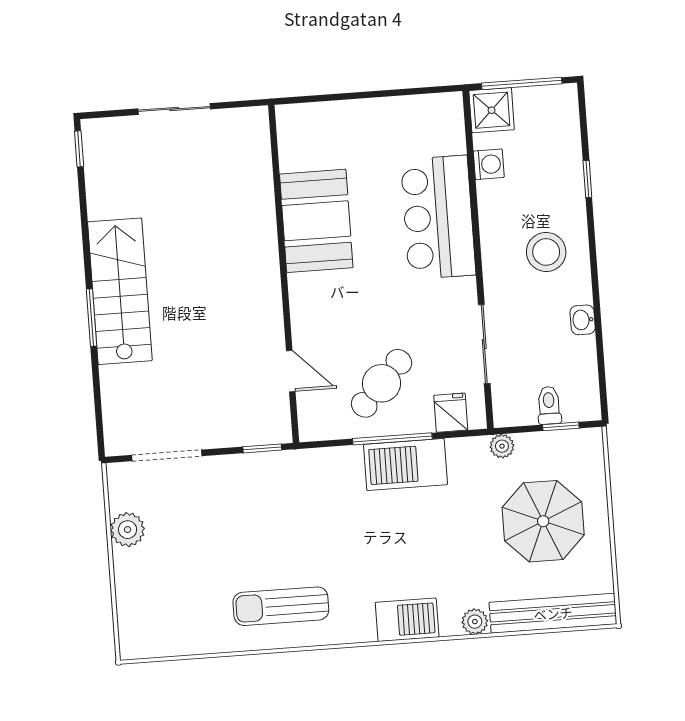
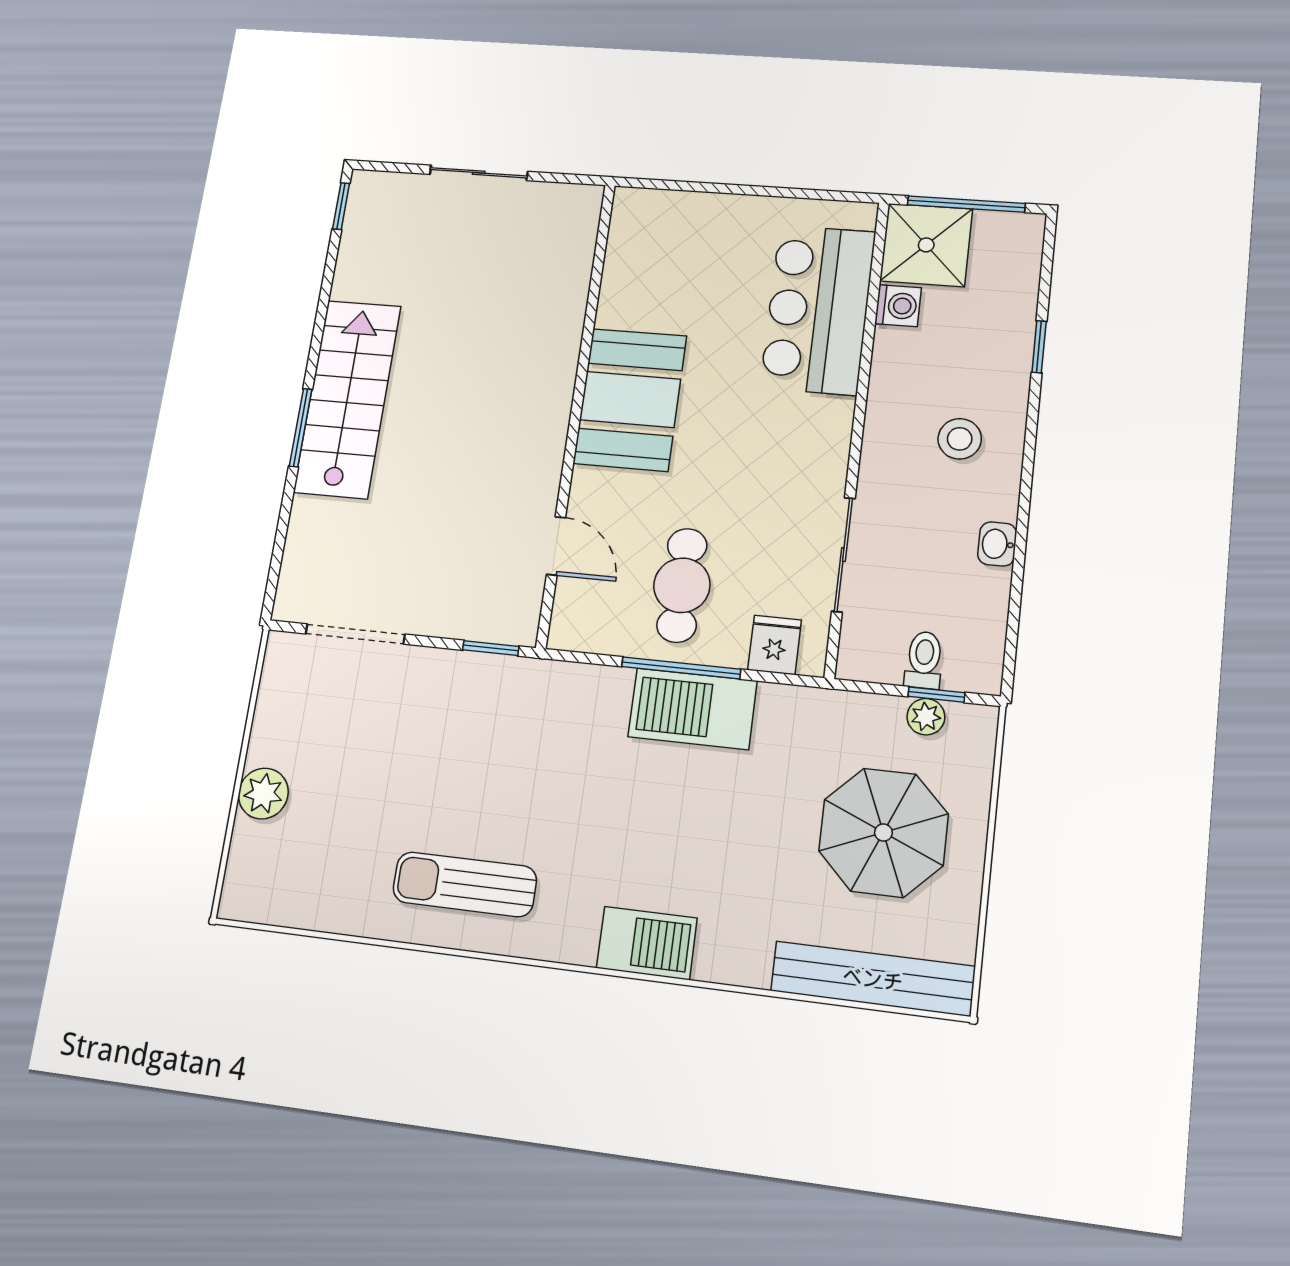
shower: (492, 110) -> (926, 245), width x1.36, depth x1.36
bar counter: (438, 217) -> (818, 310), moved
booth: (316, 221) -> (630, 400), moved
stool: (546, 252) -> (960, 439), width x0.73, depth x0.73
cafe table: (382, 383) -> (682, 585), turned -43
plant: (502, 446) -> (926, 717), moved
plant: (128, 530) -> (263, 794), moved
plant: (475, 622) -> (749, 967), removed

